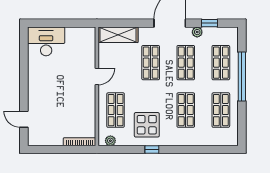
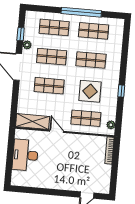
shelving: (118, 35) -> (33, 122), moved, turned 90
desk: (46, 41) -> (25, 155), moved
window: (242, 77) -> (81, 12), moved
display table: (147, 125) -> (90, 91), moved

